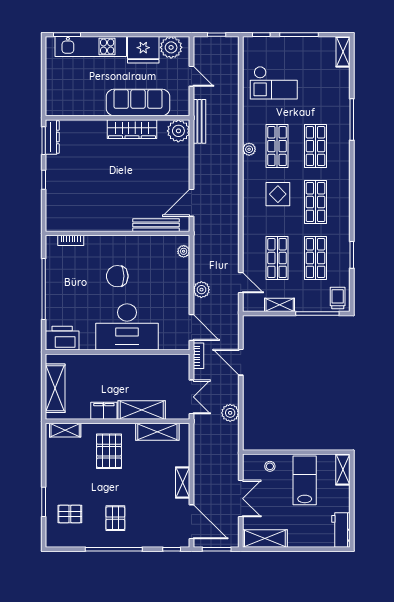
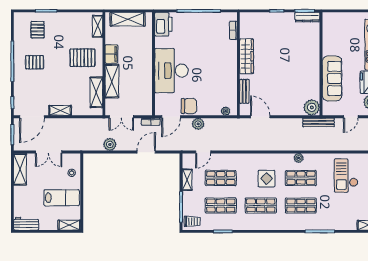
wardrobe: (132, 129) -> (247, 56), moved, turned 180
bench: (156, 225) -> (244, 91), width x0.73
chair: (117, 276) -> (189, 106), moved, turned 90

